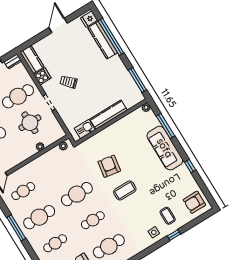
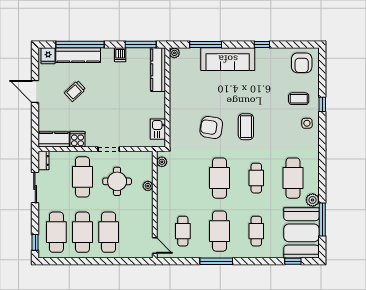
dishwasher: (121, 70) -> (120, 55), added
trolley: (68, 82) -> (75, 91), moved
kitchen counter: (109, 115) -> (158, 70), moved

